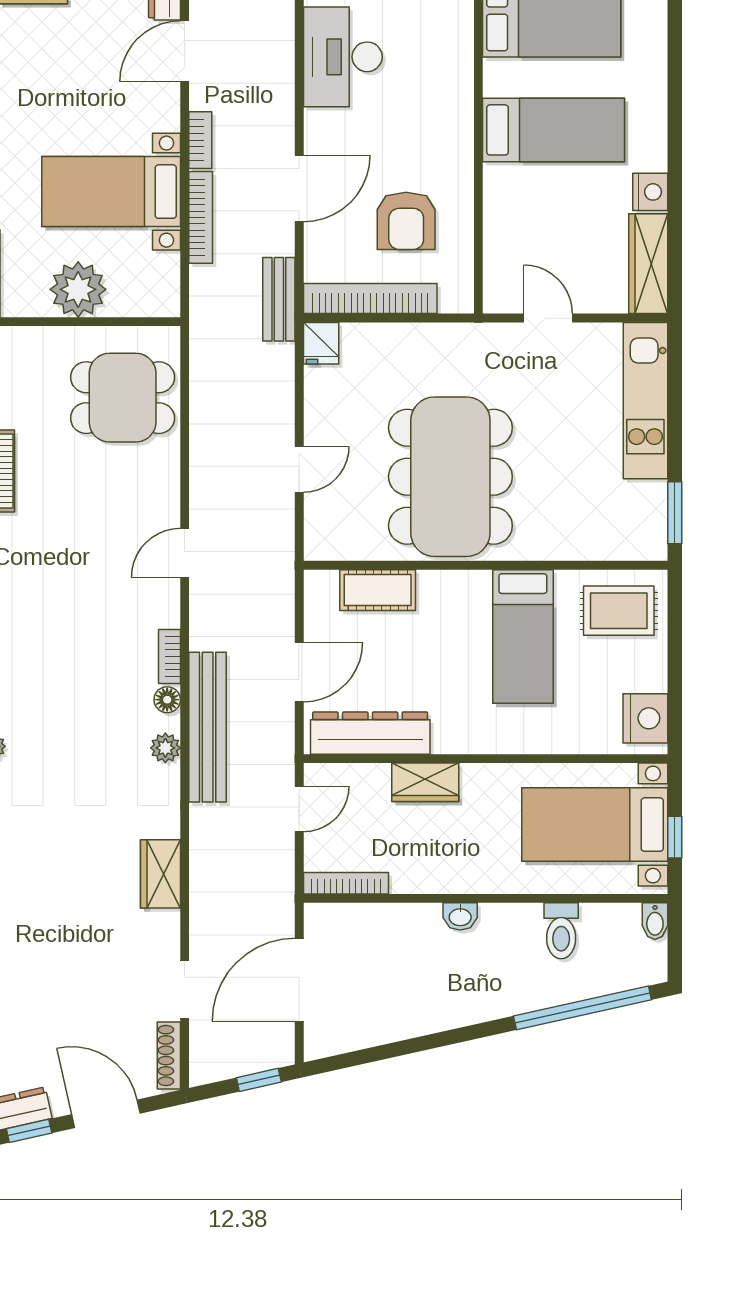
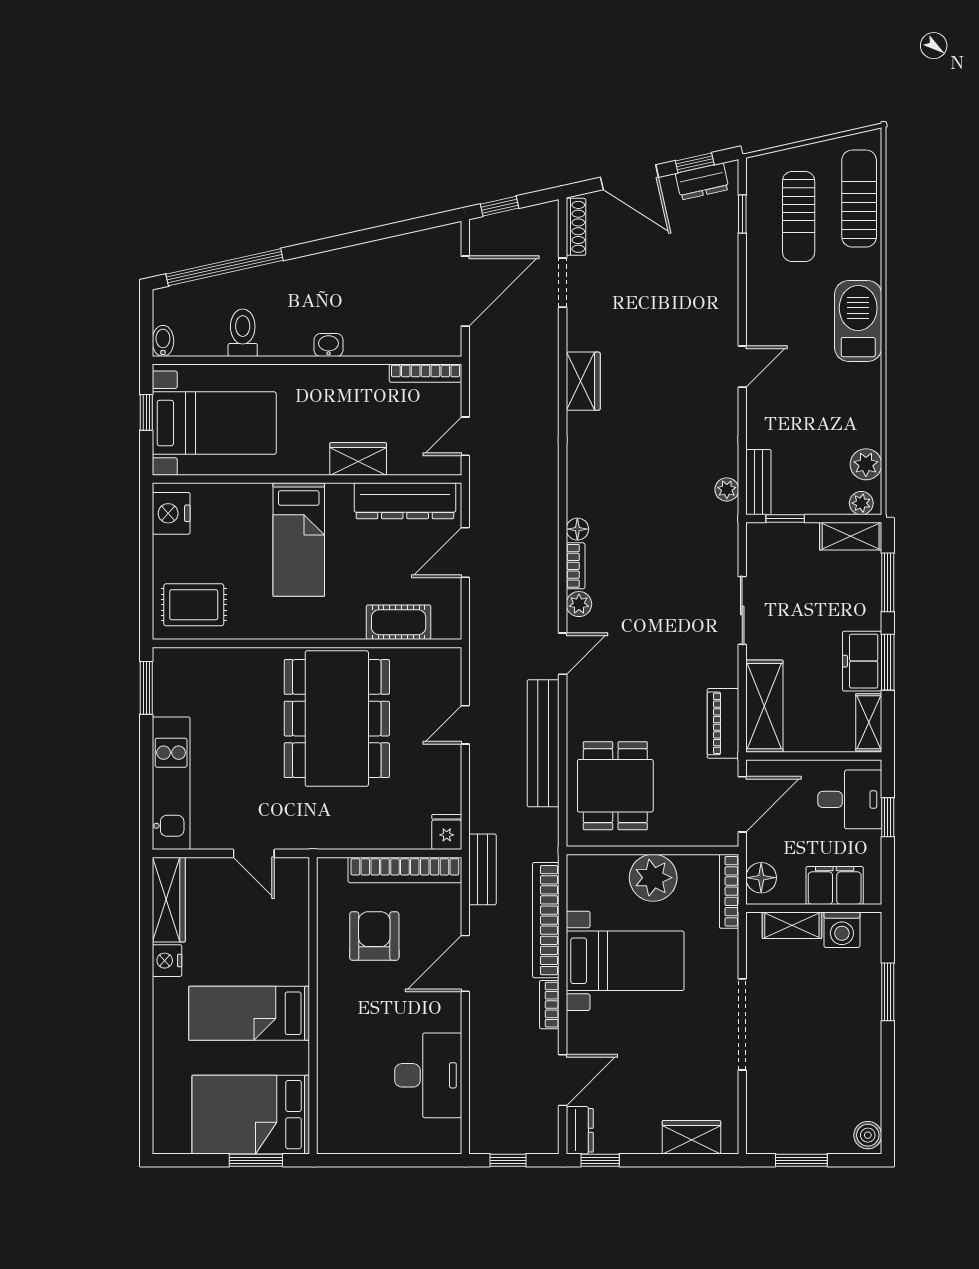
bookcase: (201, 217) -> (546, 920), width x1.48, depth x1.31
dining table: (123, 398) -> (615, 786), turned 90
bed: (523, 636) -> (299, 540), moved, turned 180
bench: (208, 727) -> (543, 743), moved
plant: (165, 748) -> (579, 604), moved

